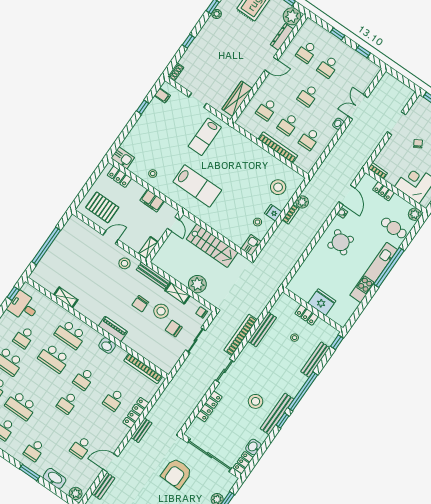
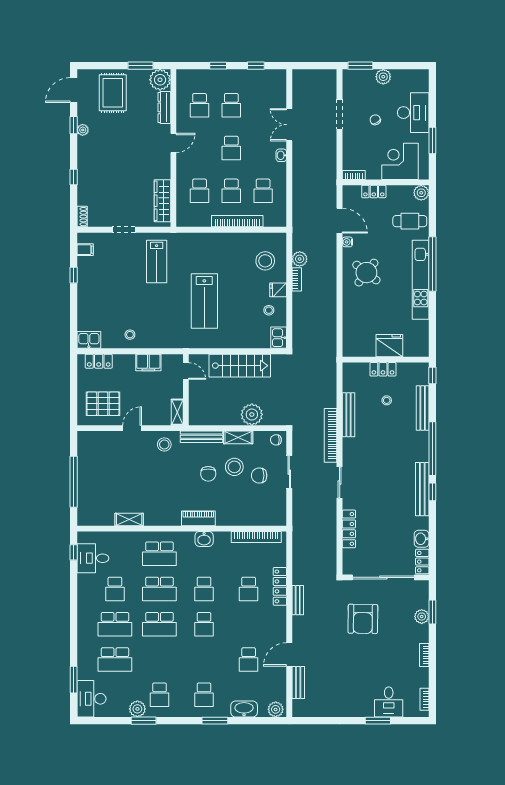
lab bench: (197, 186) -> (204, 301), moved, turned 90
stool: (256, 401) -> (392, 492), removed
school desk: (21, 406) -> (159, 624), moved

